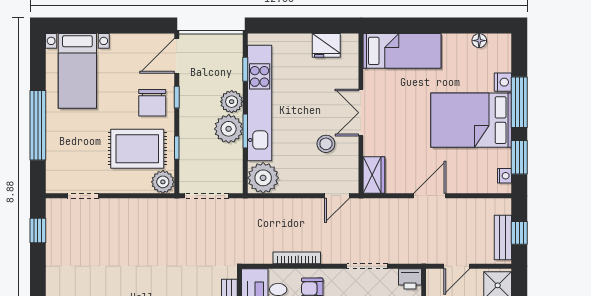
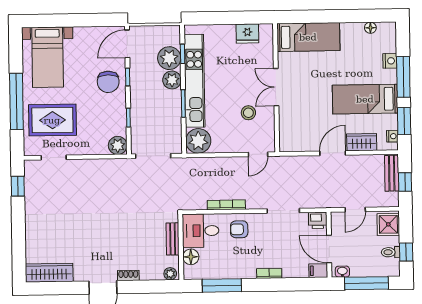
bed: (471, 120) -> (365, 99), width x0.67
plant: (229, 129) -> (169, 58), moved
rug: (137, 149) -> (52, 120), moved
wardrobe: (374, 175) -> (362, 142), moved, turned -90
bench: (503, 238) -> (392, 173), moved

